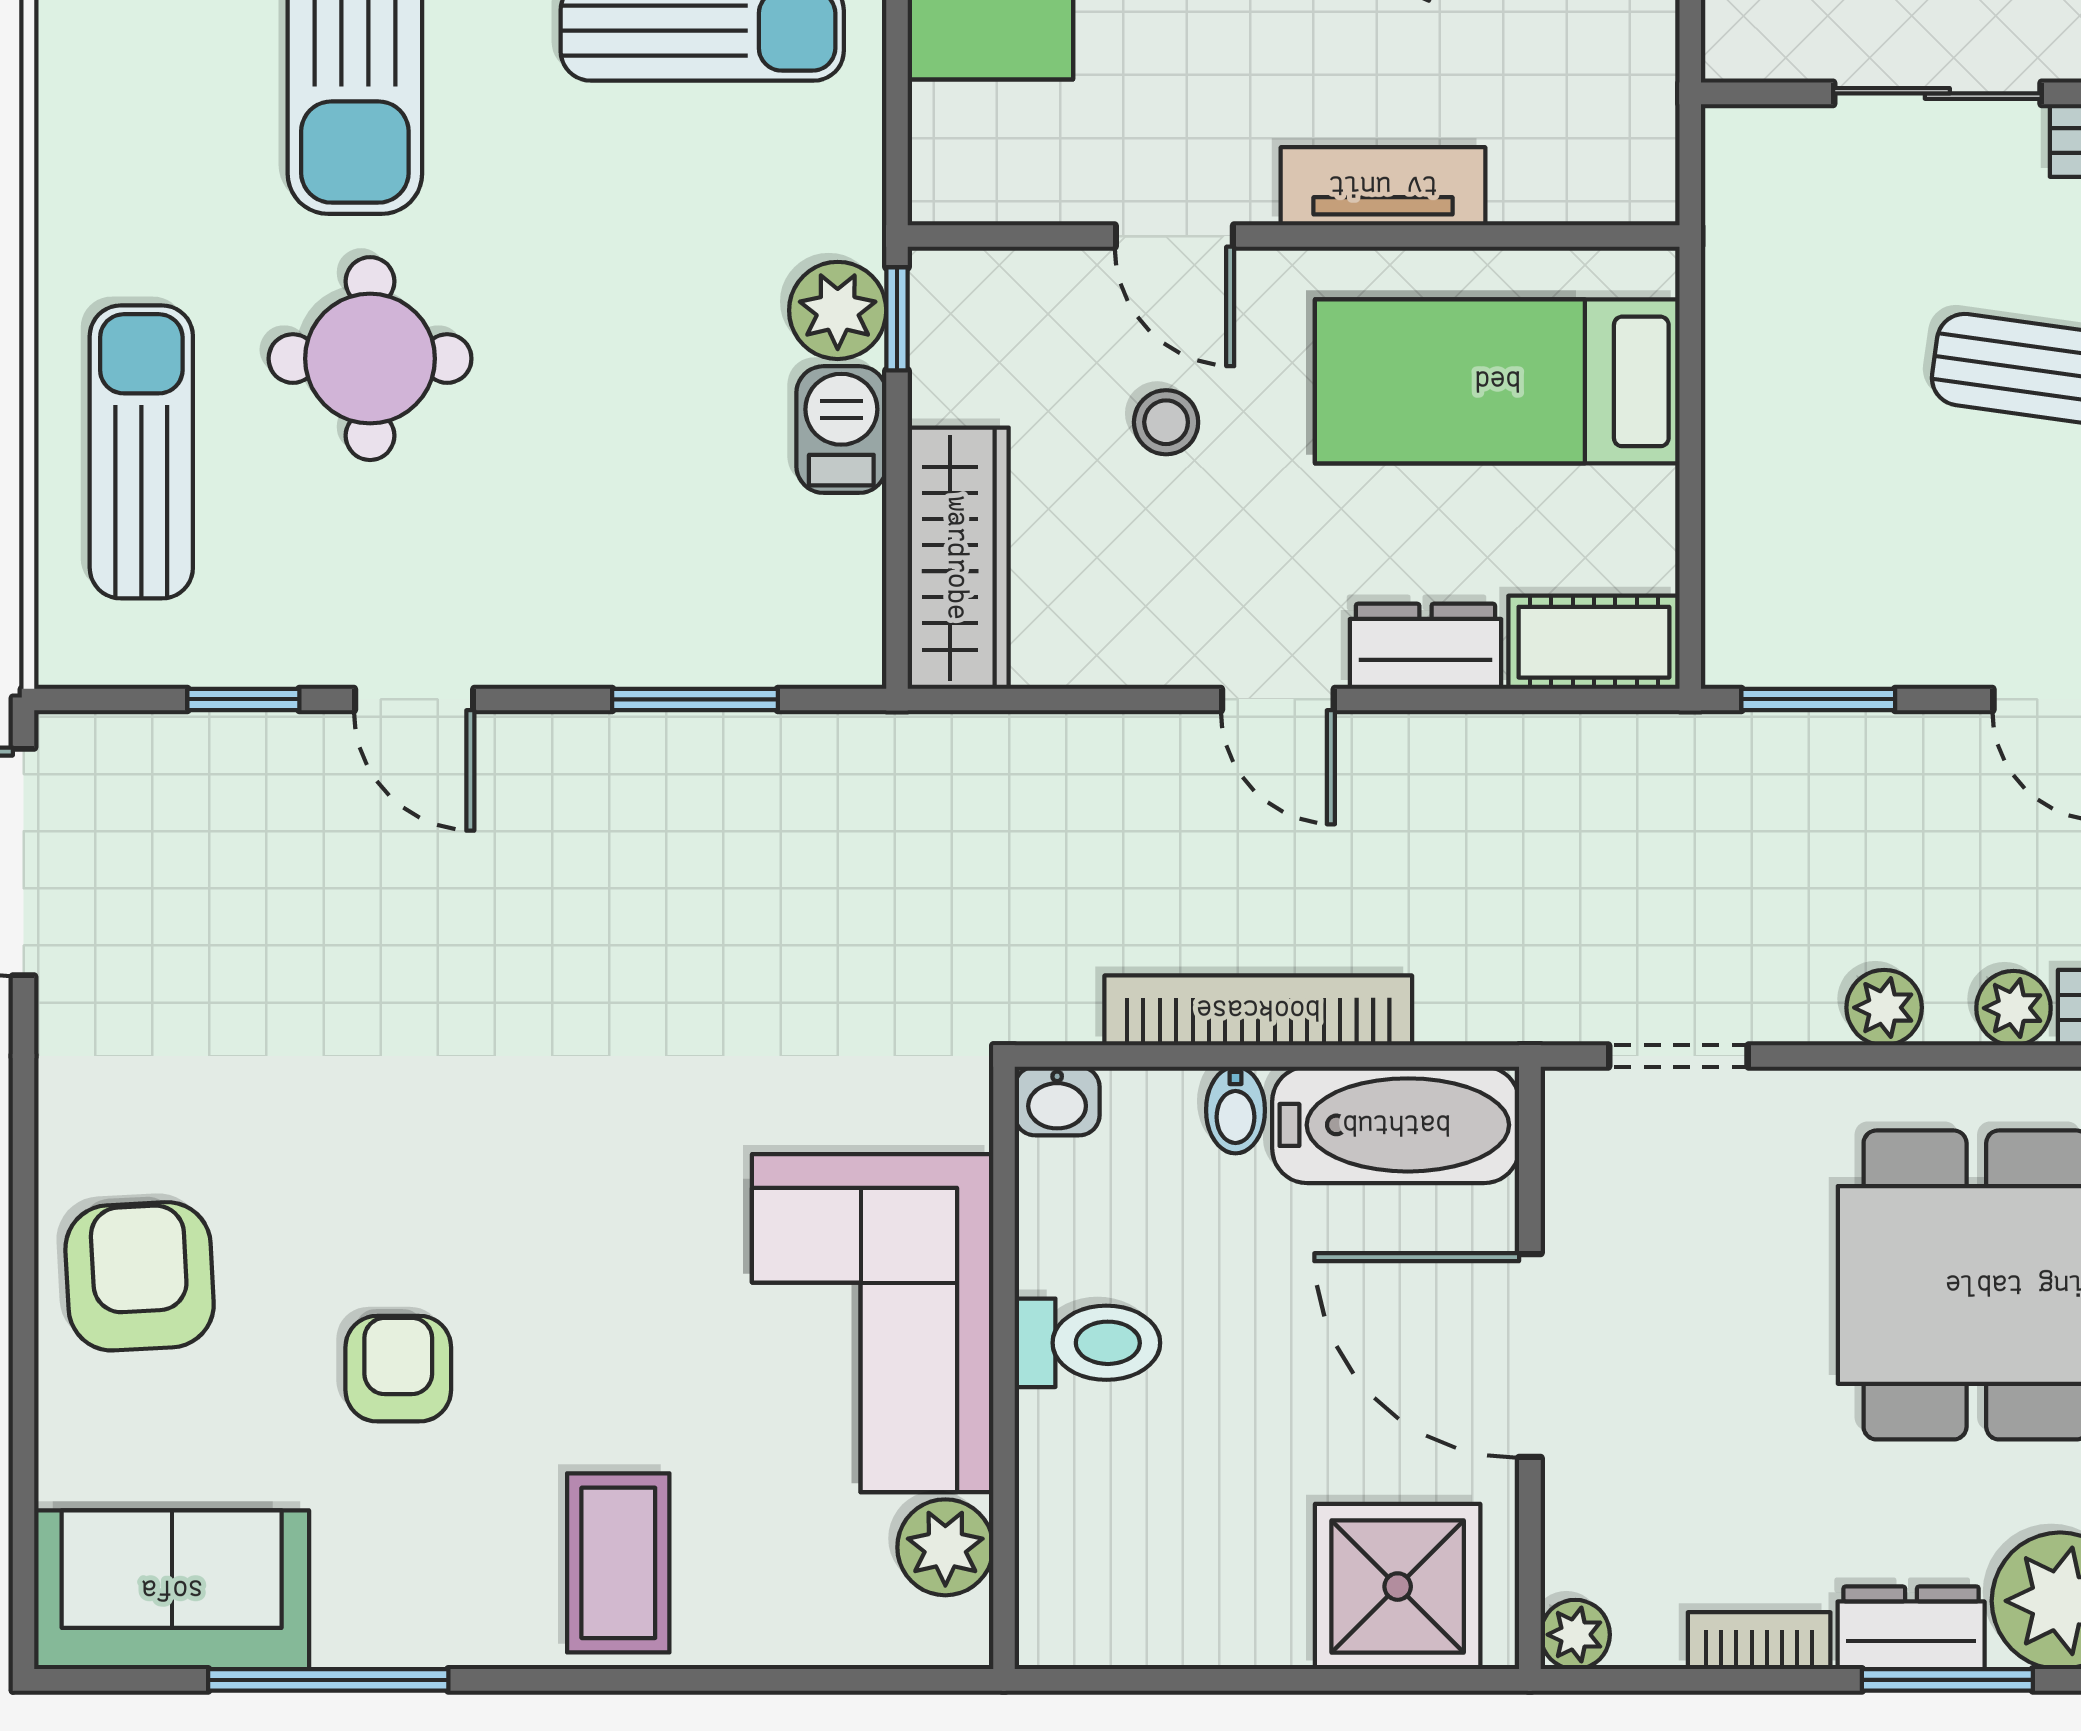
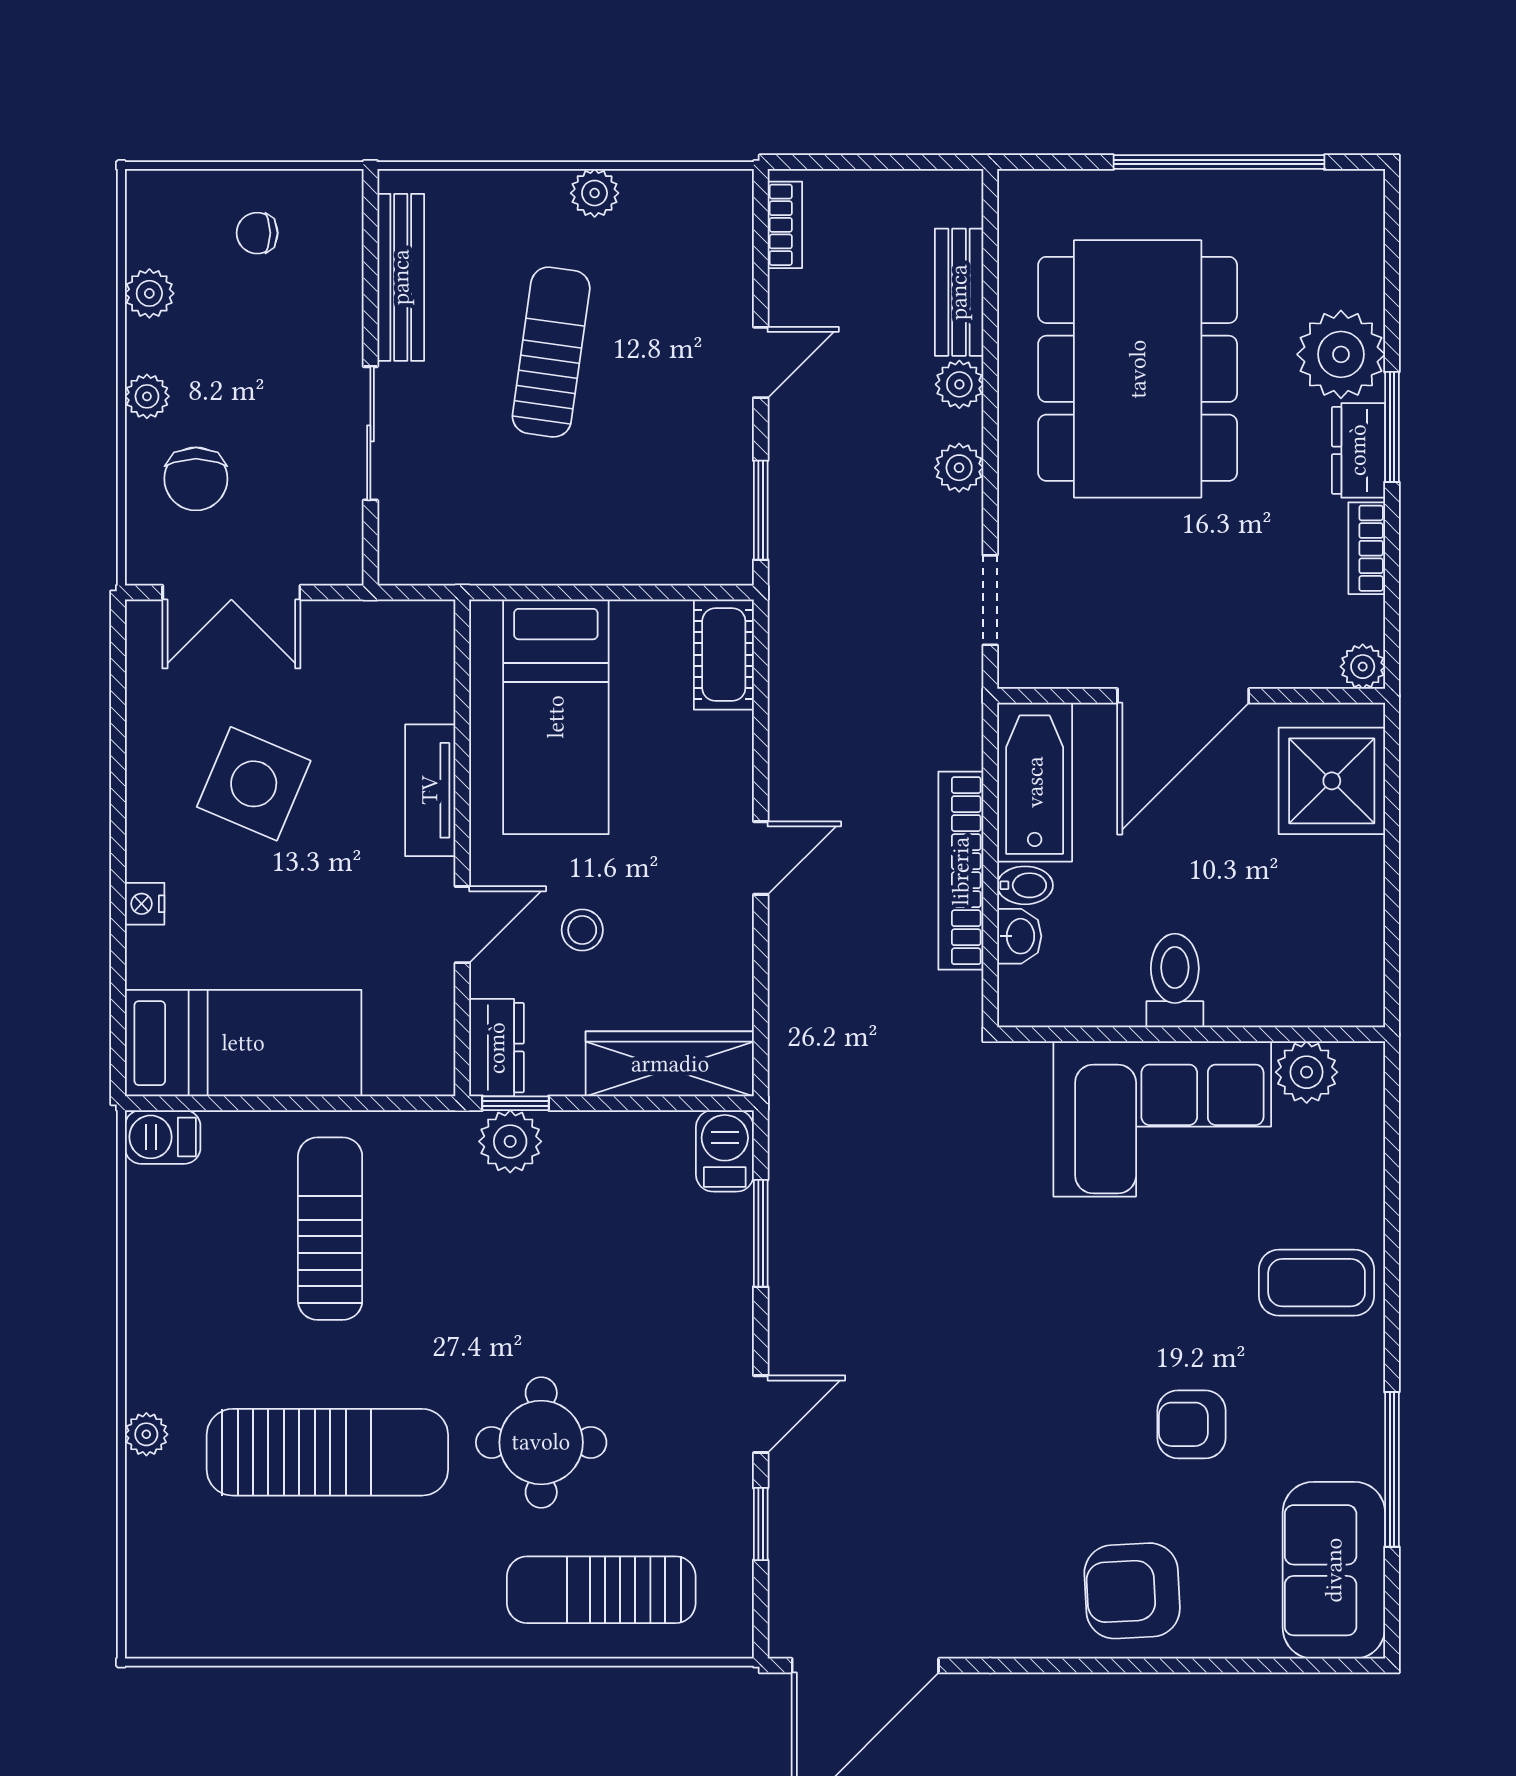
barbecue: (841, 430) -> (725, 1151), moved, turned 90
dresser: (1425, 646) -> (497, 1048), moved, turned 180
washbasin: (1057, 1101) -> (1019, 936), moved

